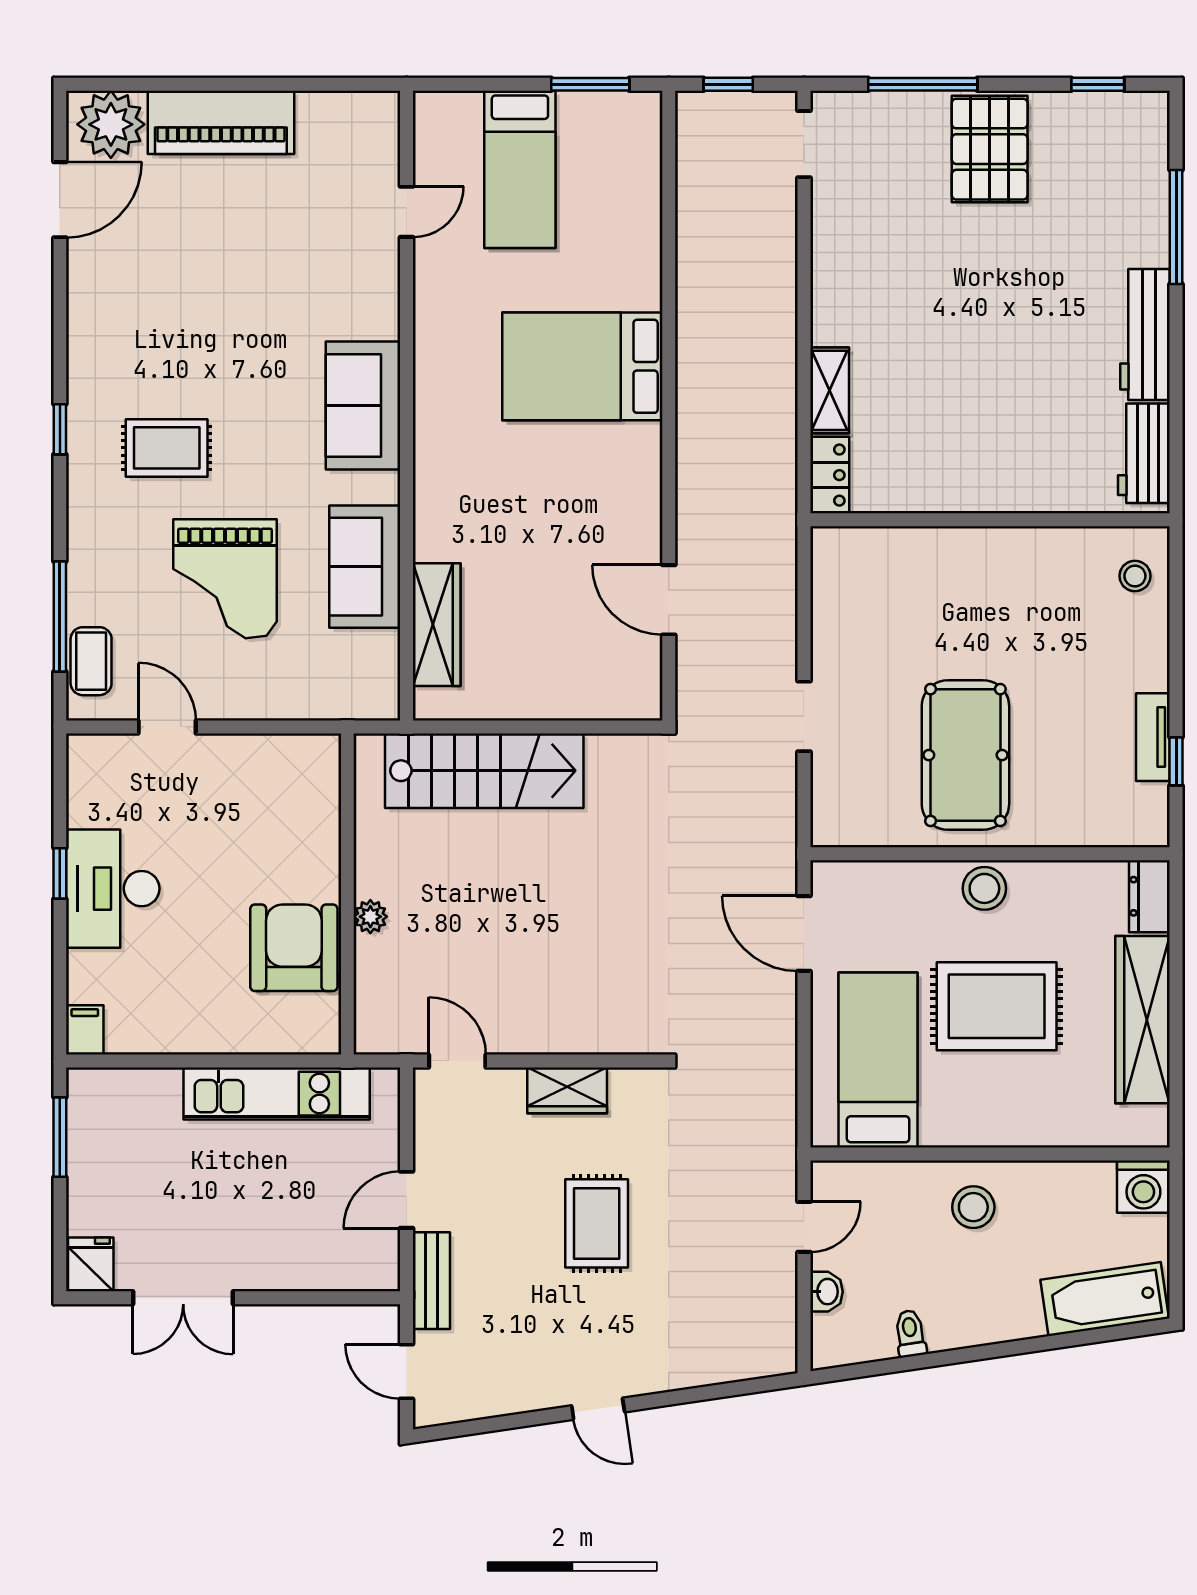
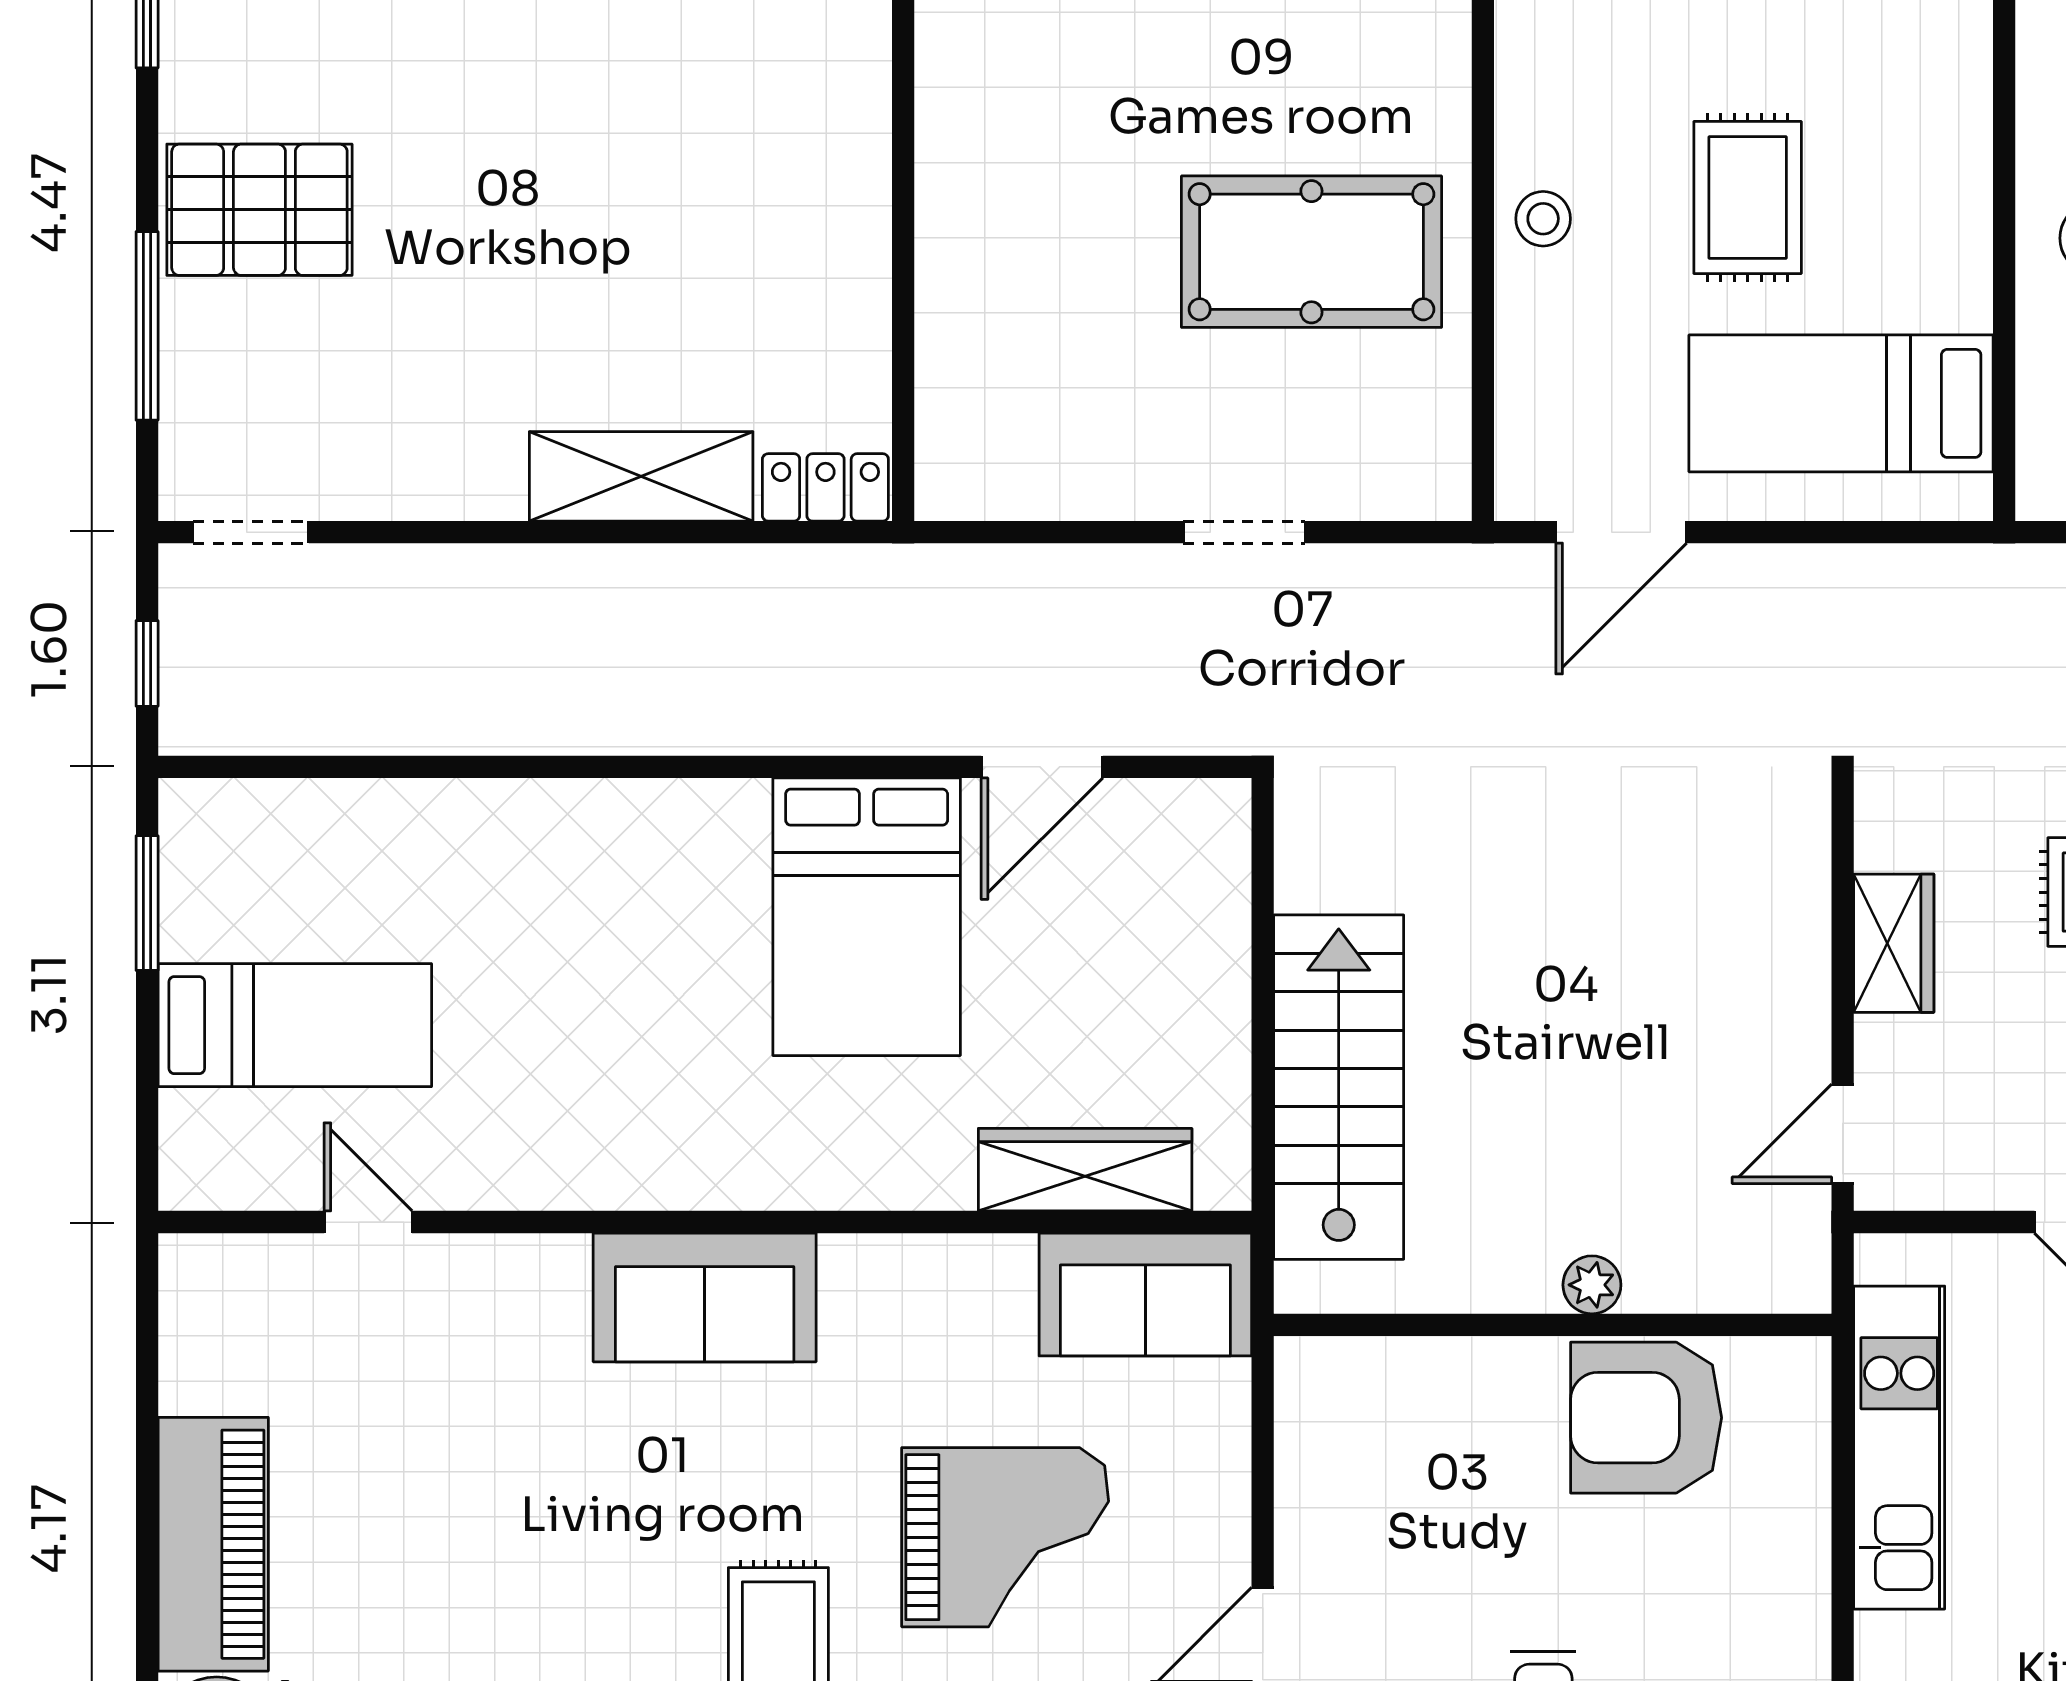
bed: (582, 366) -> (867, 917), moved
shelving: (830, 390) -> (641, 476), width x1.50, depth x1.33
sofa: (365, 567) -> (1145, 1295), moved
stool: (984, 888) -> (1543, 219), width x0.73, depth x0.73
rug: (997, 1006) -> (1748, 198), width x0.73, depth x0.70

